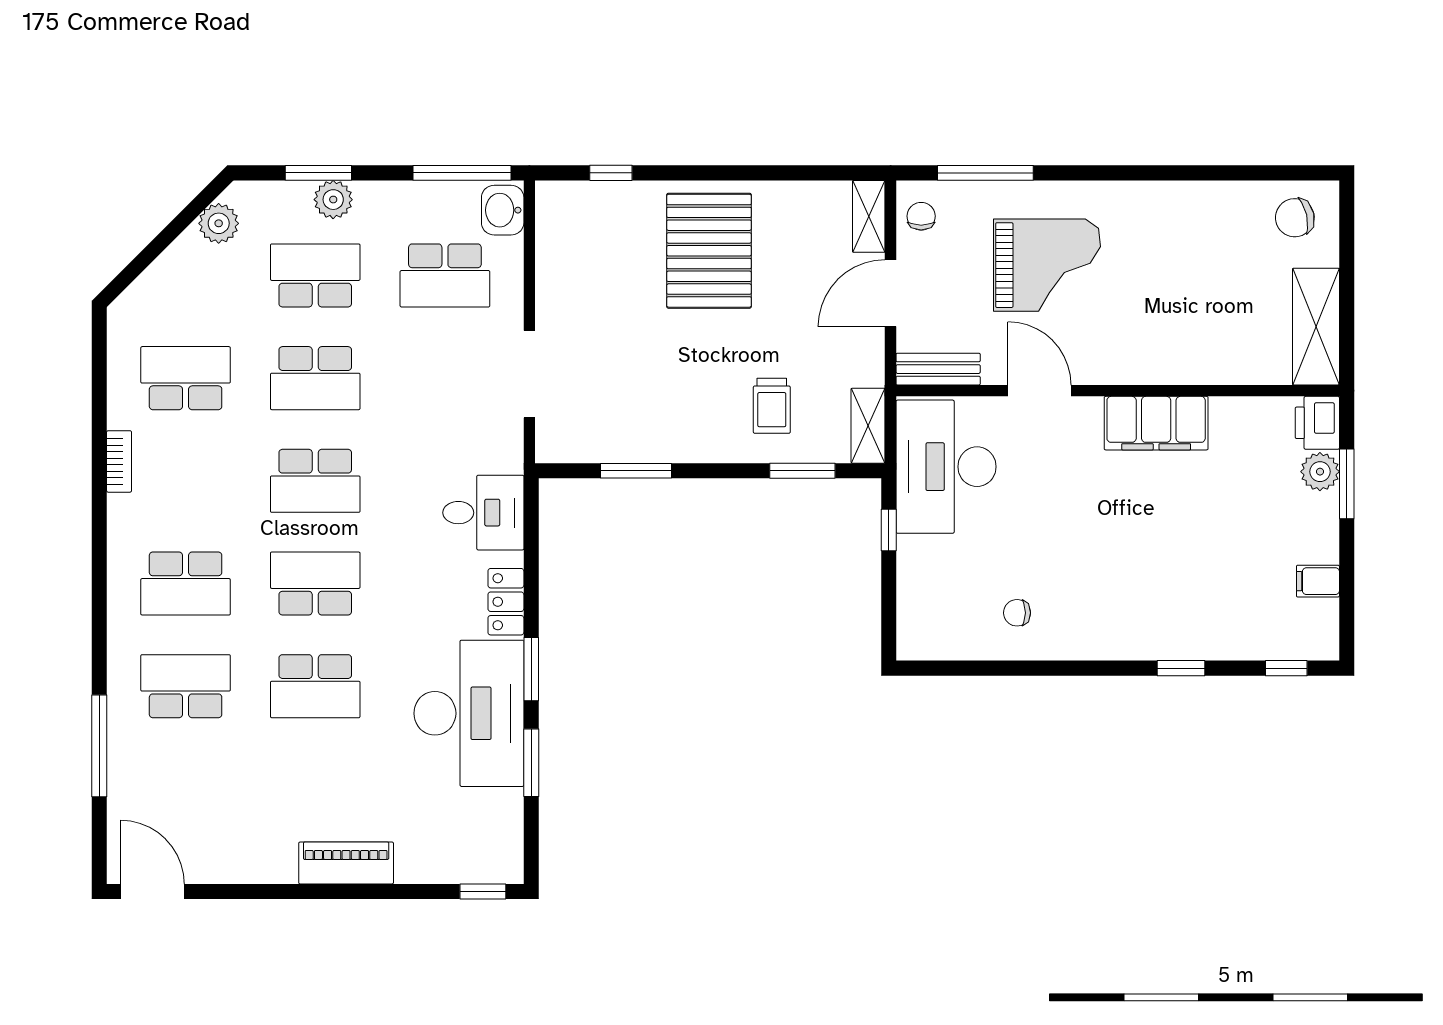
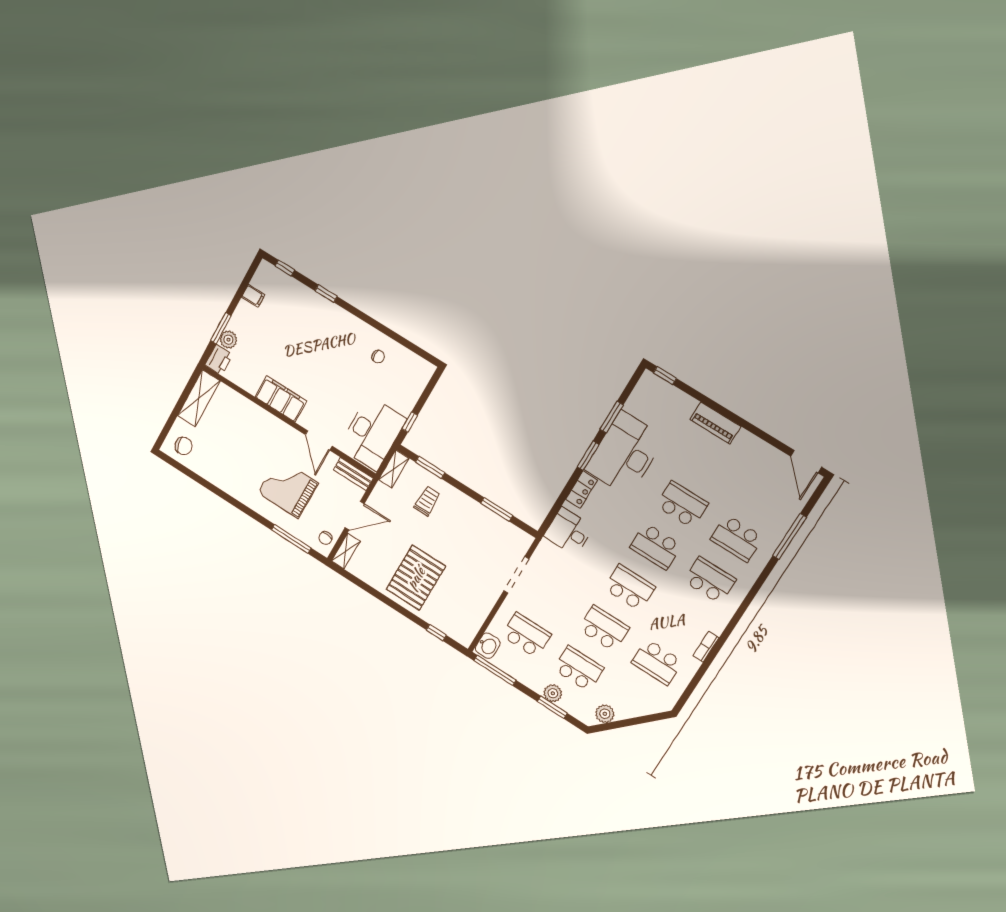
school desk: (315, 275) -> (579, 669), turned 180

